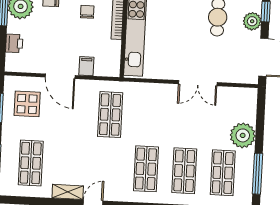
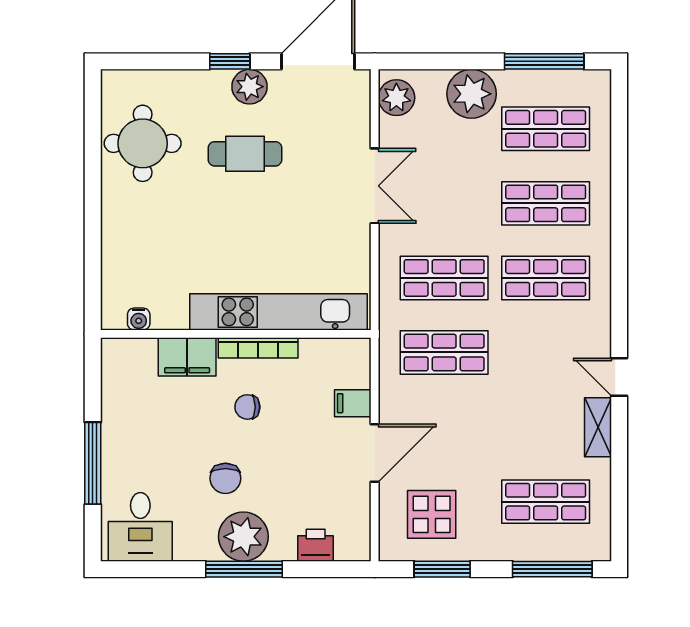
plant: (243, 97) -> (396, 98), added
shop shelf: (149, 117) -> (444, 278), added

